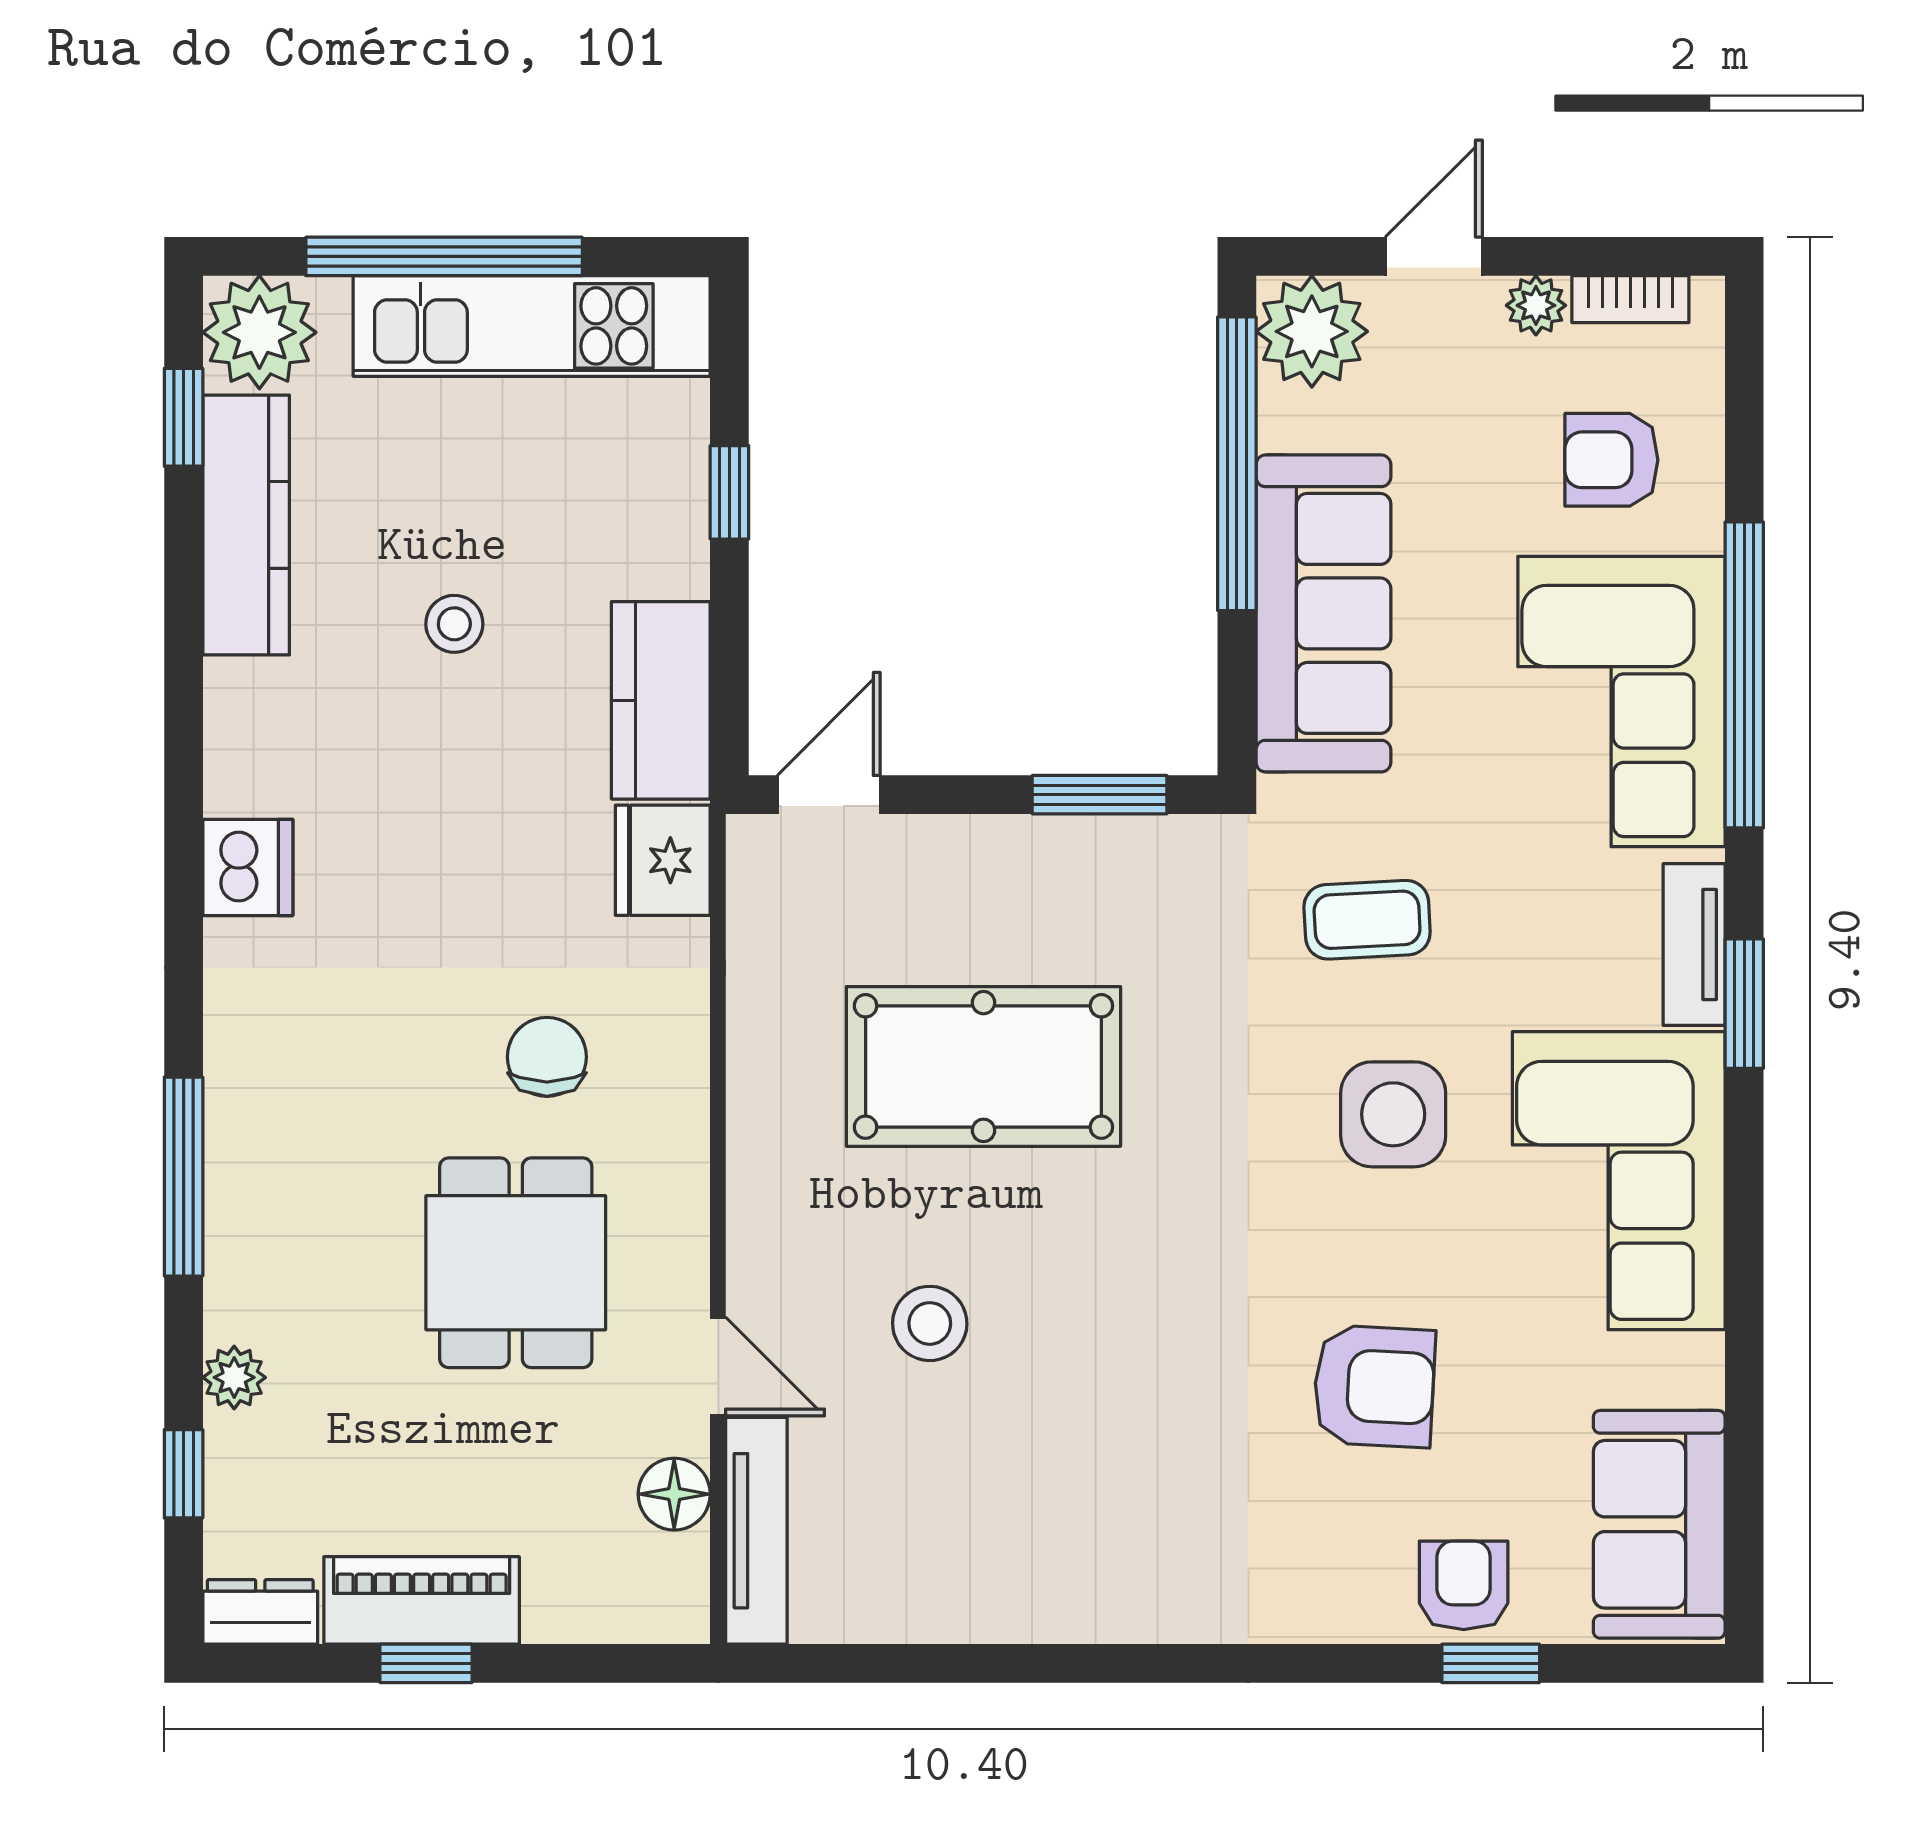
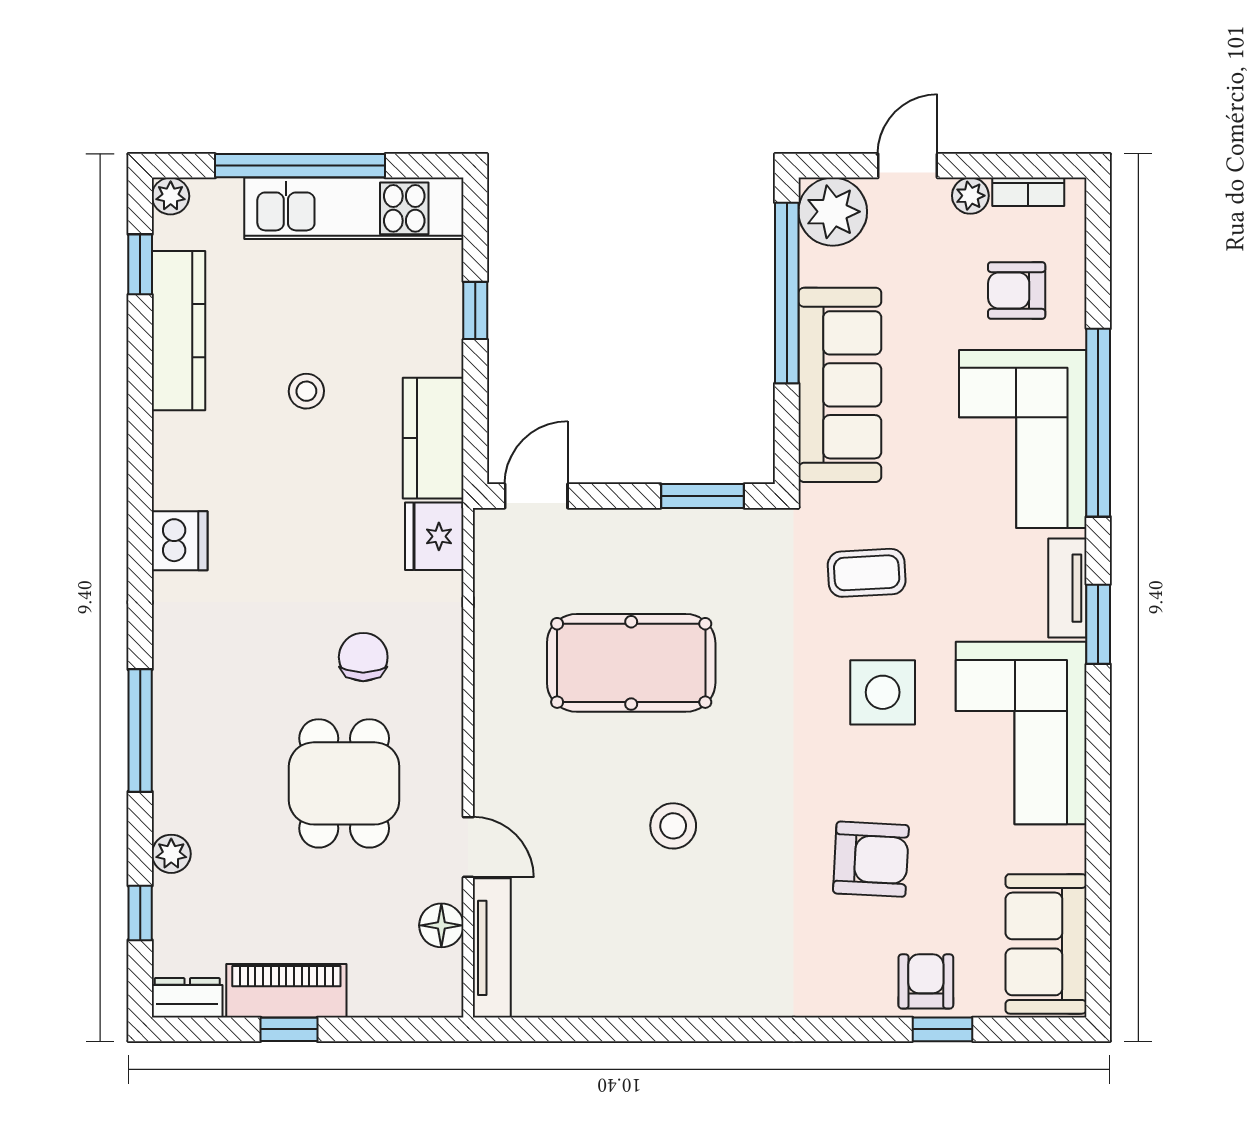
plant: (259, 332) -> (171, 196), width x0.53, depth x0.53
stool: (930, 1323) -> (673, 826), moved

